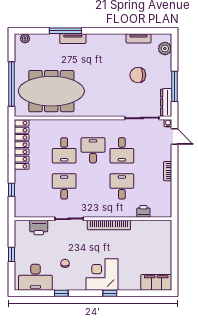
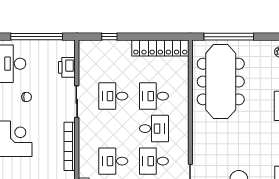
desk: (64, 186) -> (113, 96), turned 180
desk: (122, 186) -> (113, 161), turned 180
window: (12, 254) -> (37, 37), width x3.17

